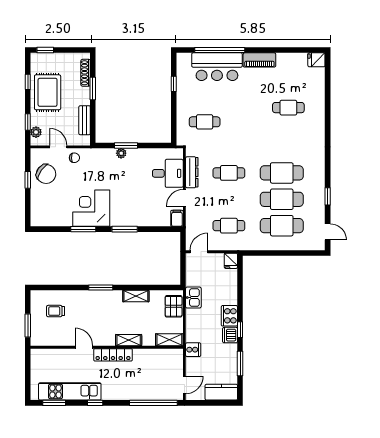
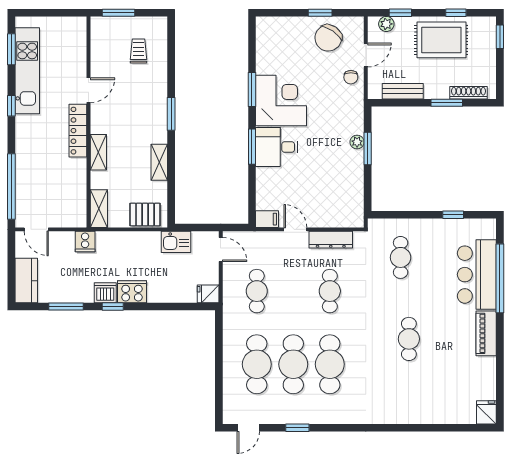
cafe table: (288, 108) -> (409, 339), moved
desk: (168, 173) -> (277, 147), moved, turned 90
kitchen sink: (193, 298) -> (176, 242), moved

